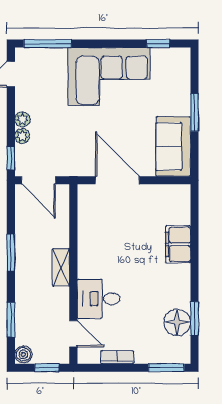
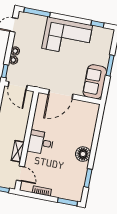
door: (117, 180) -> (61, 94), swing flipped
filing cabinet: (178, 244) -> (87, 136), removed
shelving: (61, 268) -> (18, 151), moved
desk: (99, 299) -> (41, 143), moved
floor lamp: (177, 322) -> (83, 154), moved

